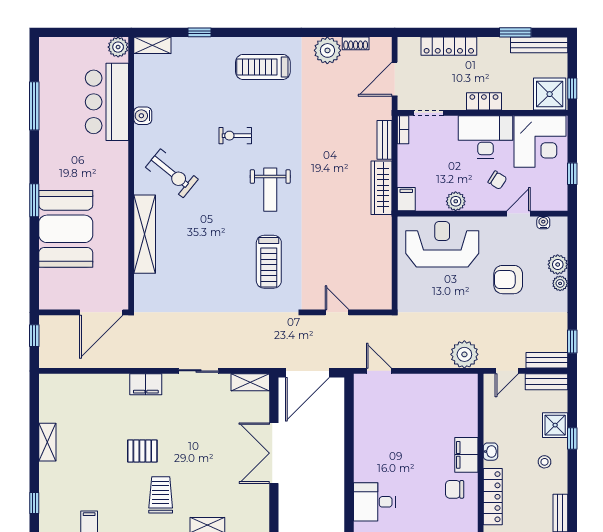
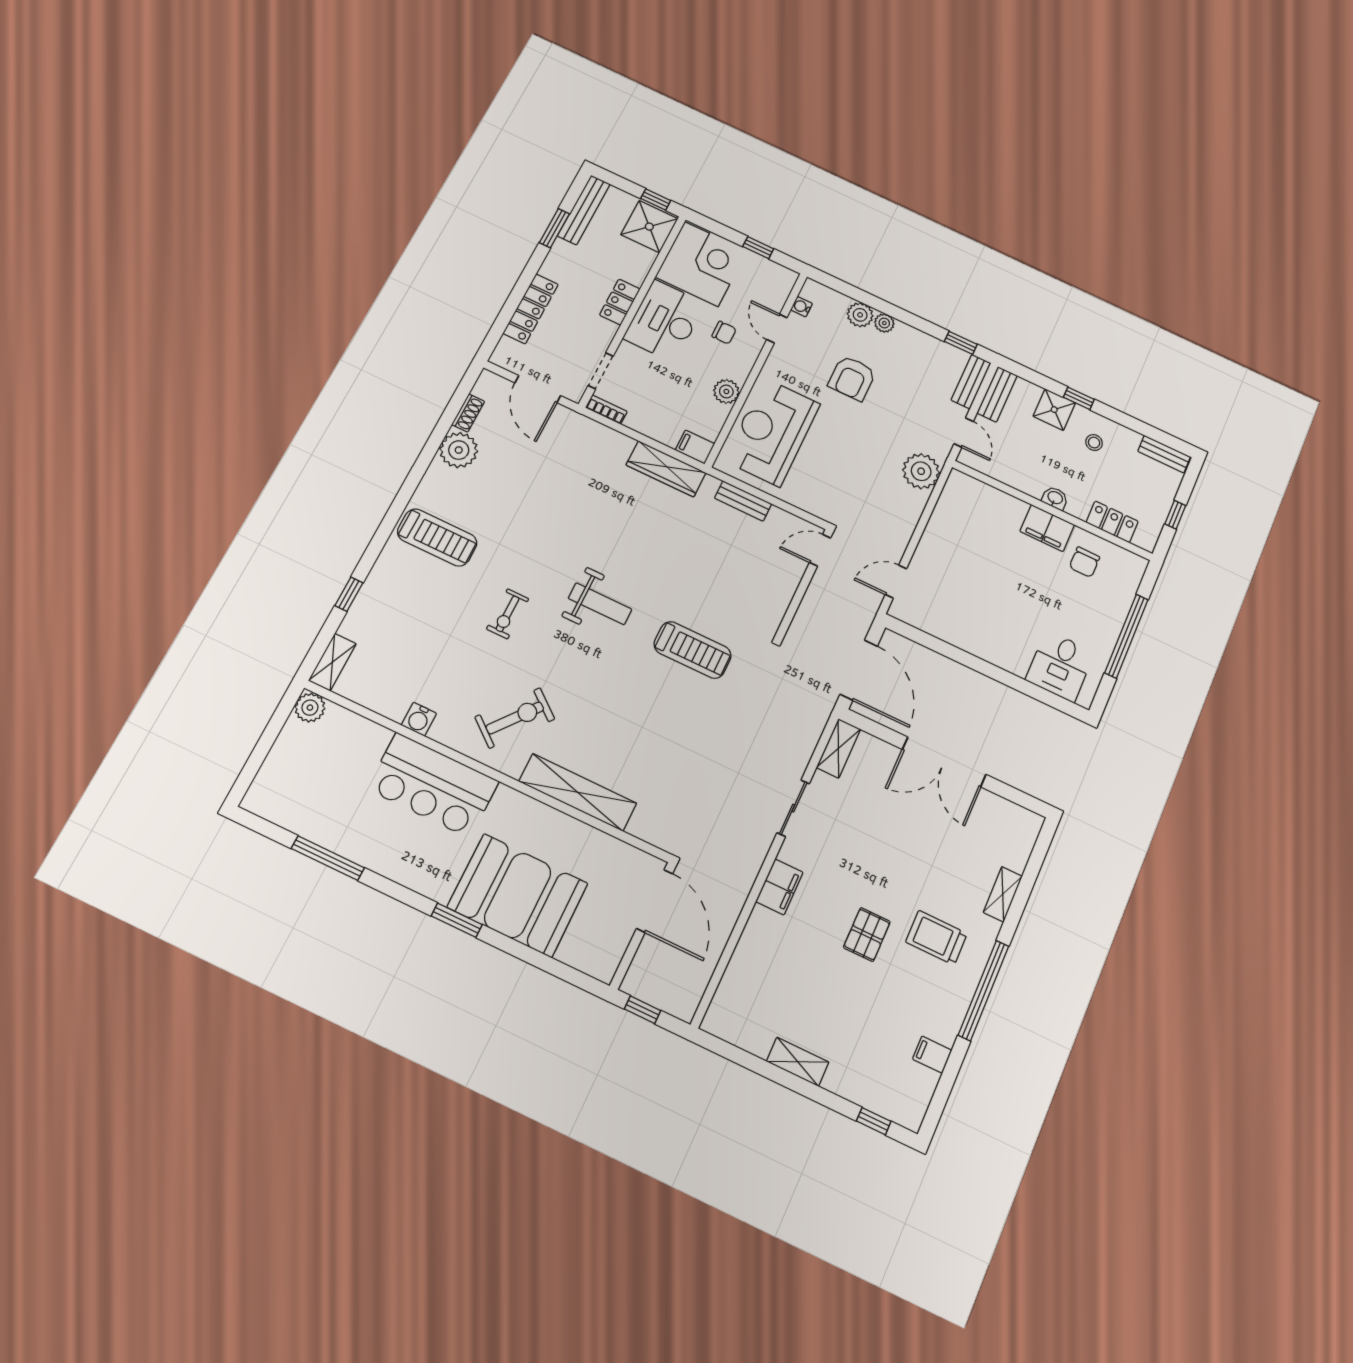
treadmill: (263, 67) -> (437, 537), turned -90
bar counter: (107, 102) -> (433, 785), moved
bench: (385, 140) -> (743, 501), moved
chair: (497, 180) -> (724, 333), turned 58
door: (337, 312) -> (820, 550), moved
locker: (493, 497) -> (1112, 522), width x0.66

